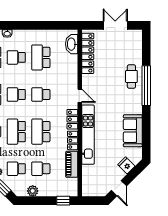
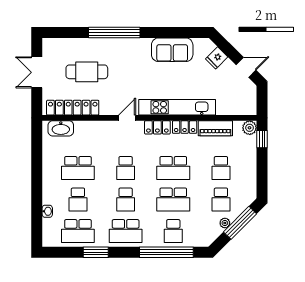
cafe table: (131, 76) -> (87, 72), moved, width x1.37, depth x1.35
plant: (33, 191) -> (250, 128), moved

